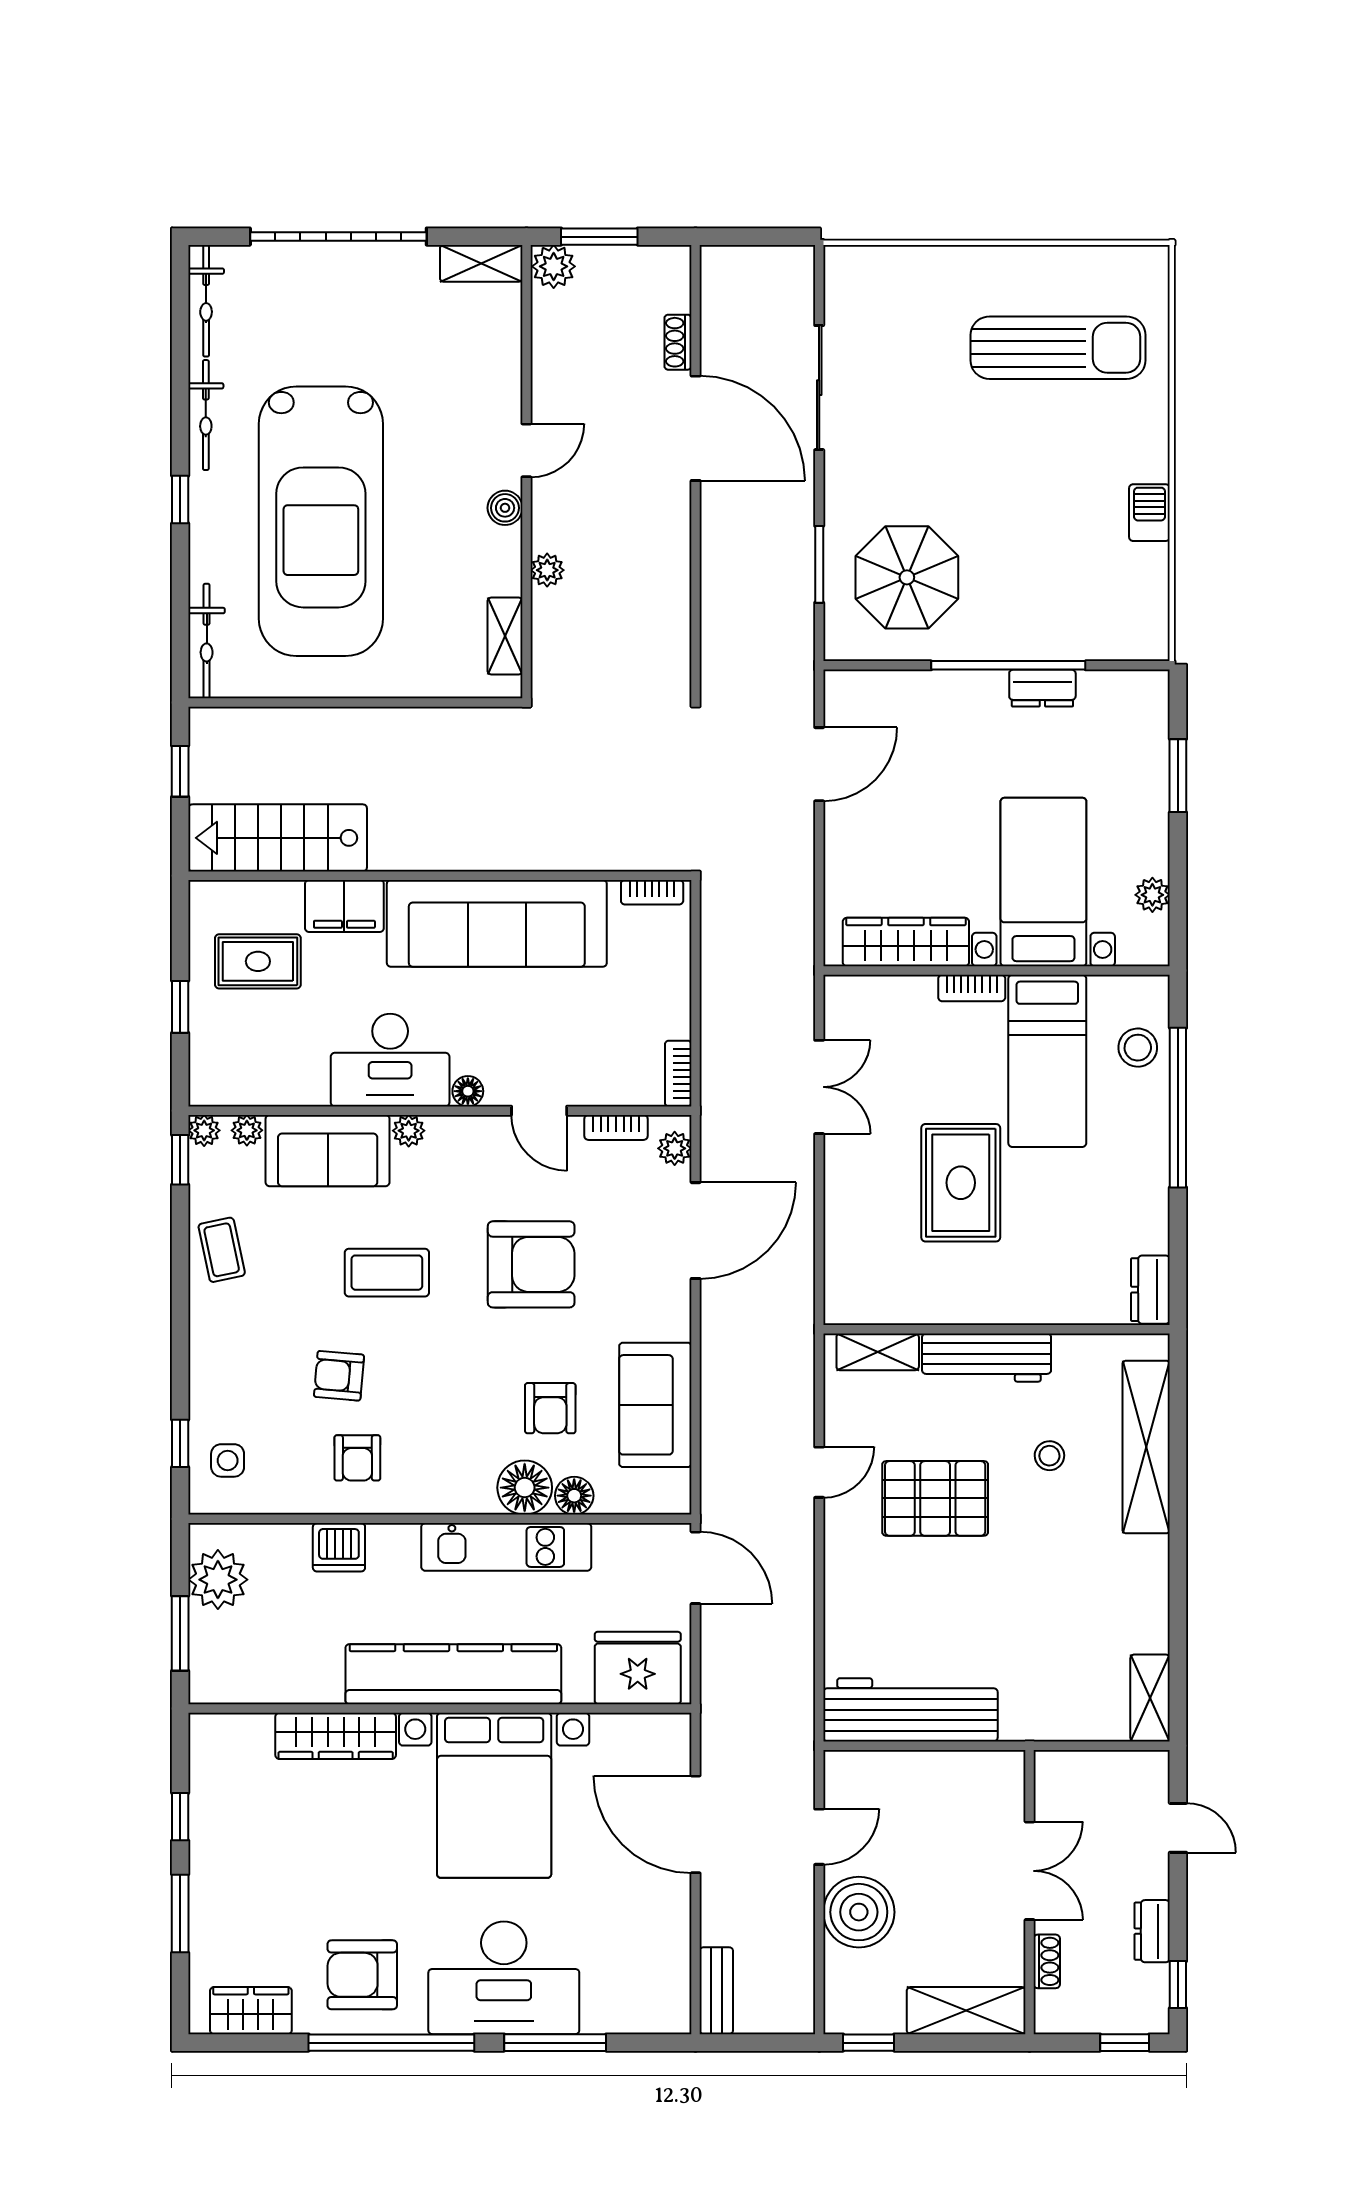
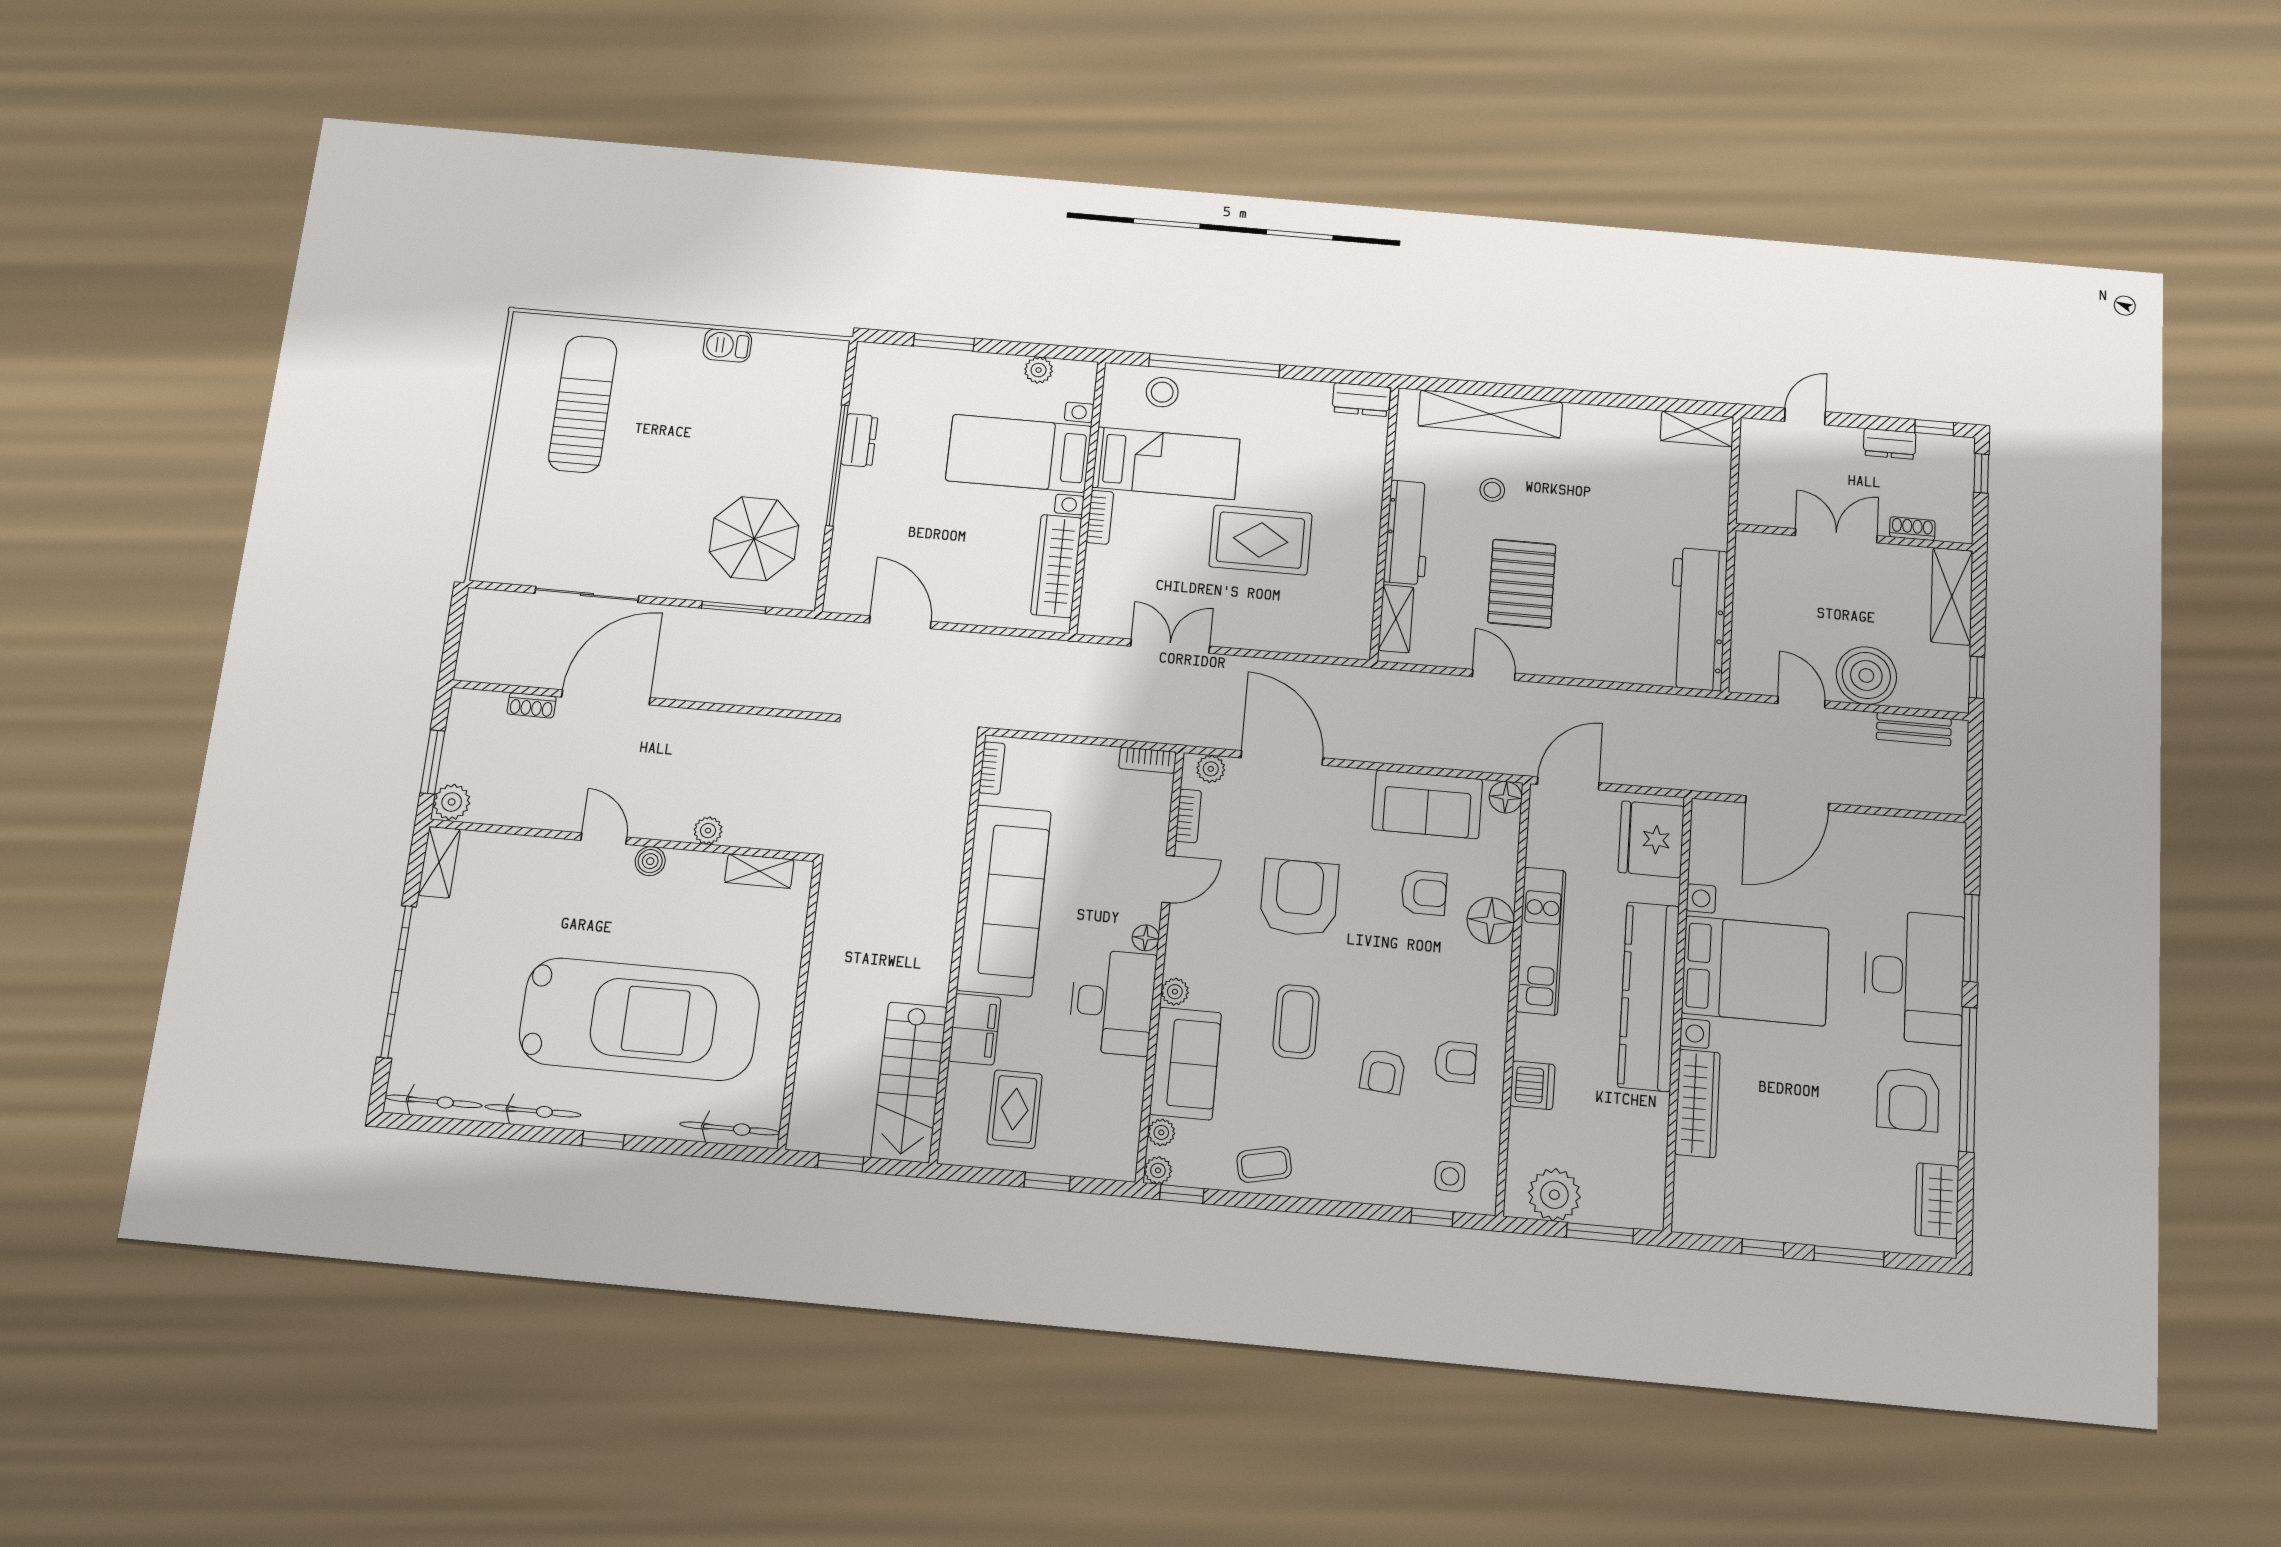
floor lamp: (574, 1496) -> (1506, 797), moved
bench: (716, 1991) -> (1914, 729), moved

